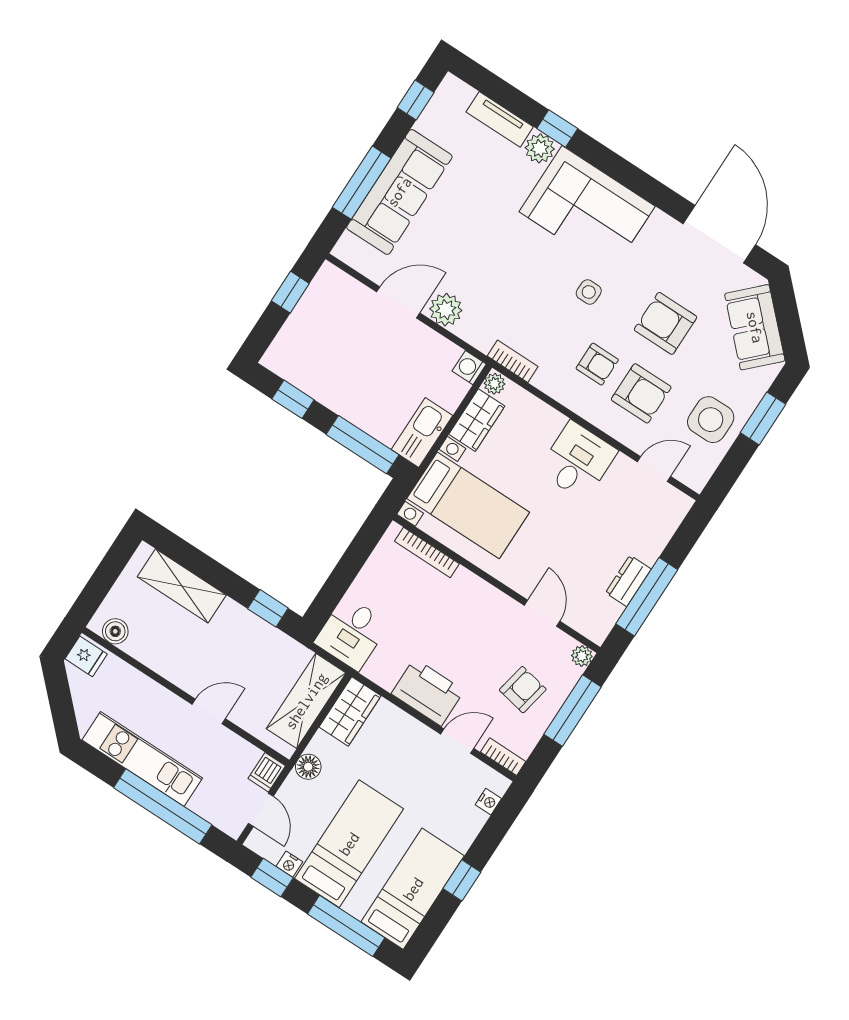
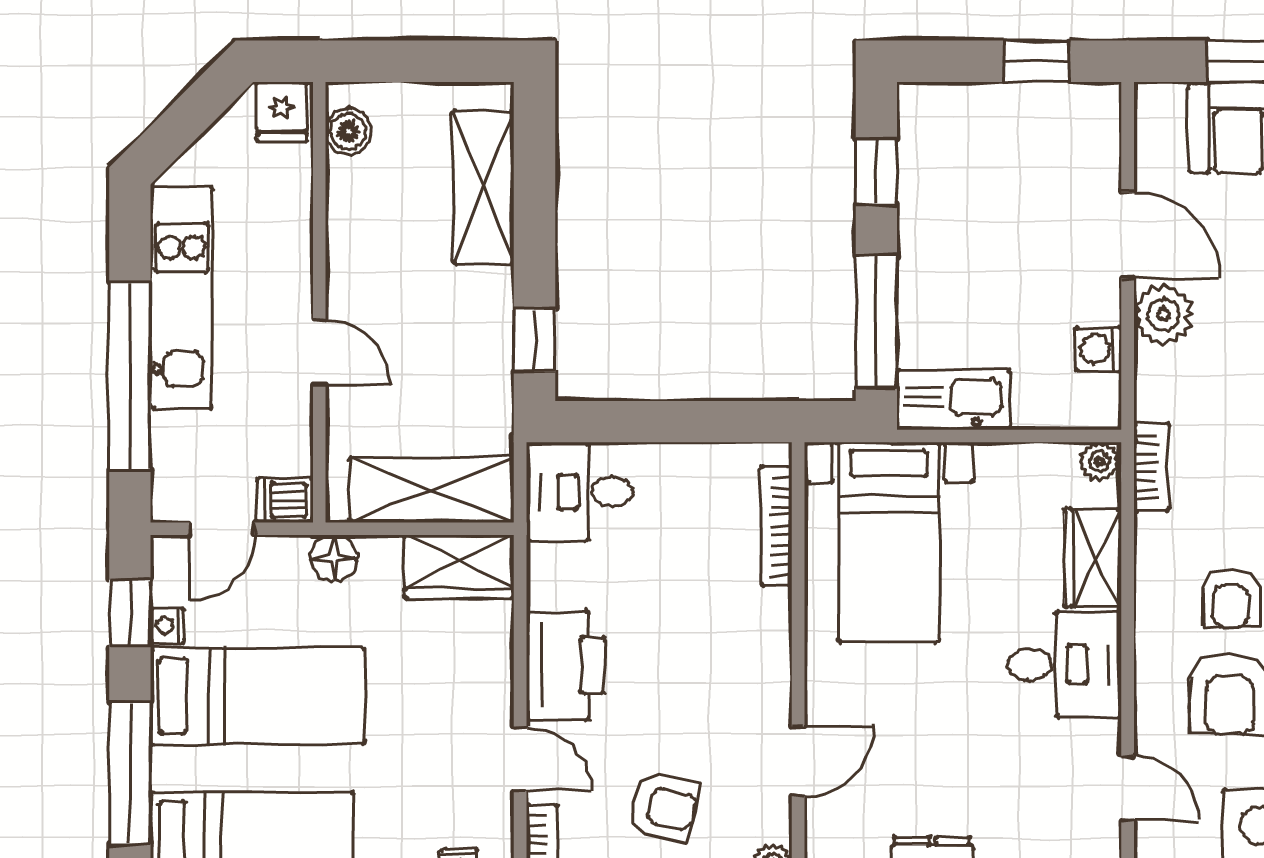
washing machine: (469, 368) -> (1099, 349), moved, turned -90
wardrobe: (477, 420) -> (1093, 558), moved, turned 90

